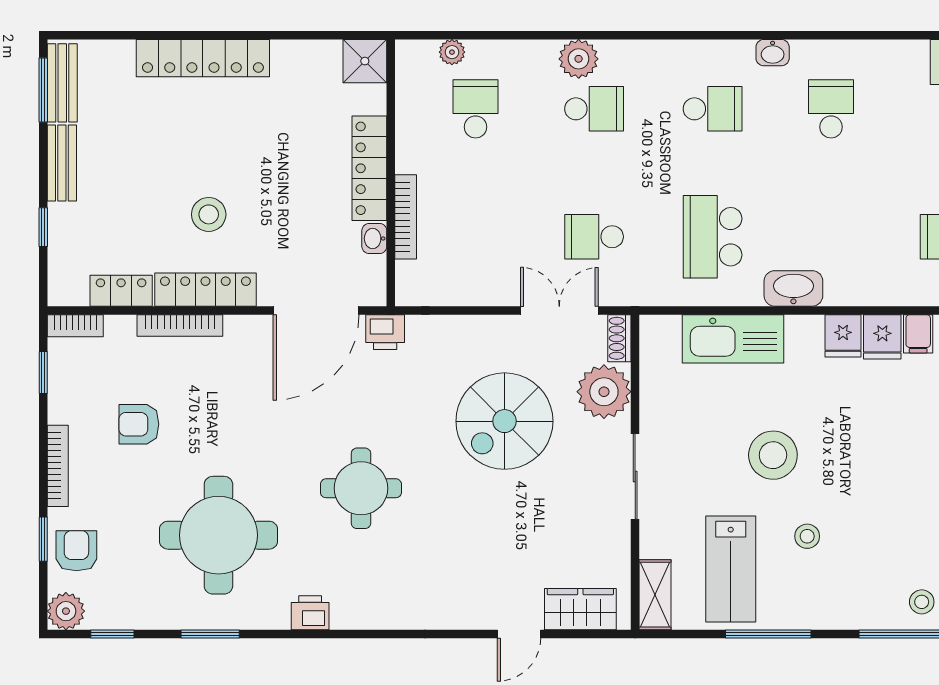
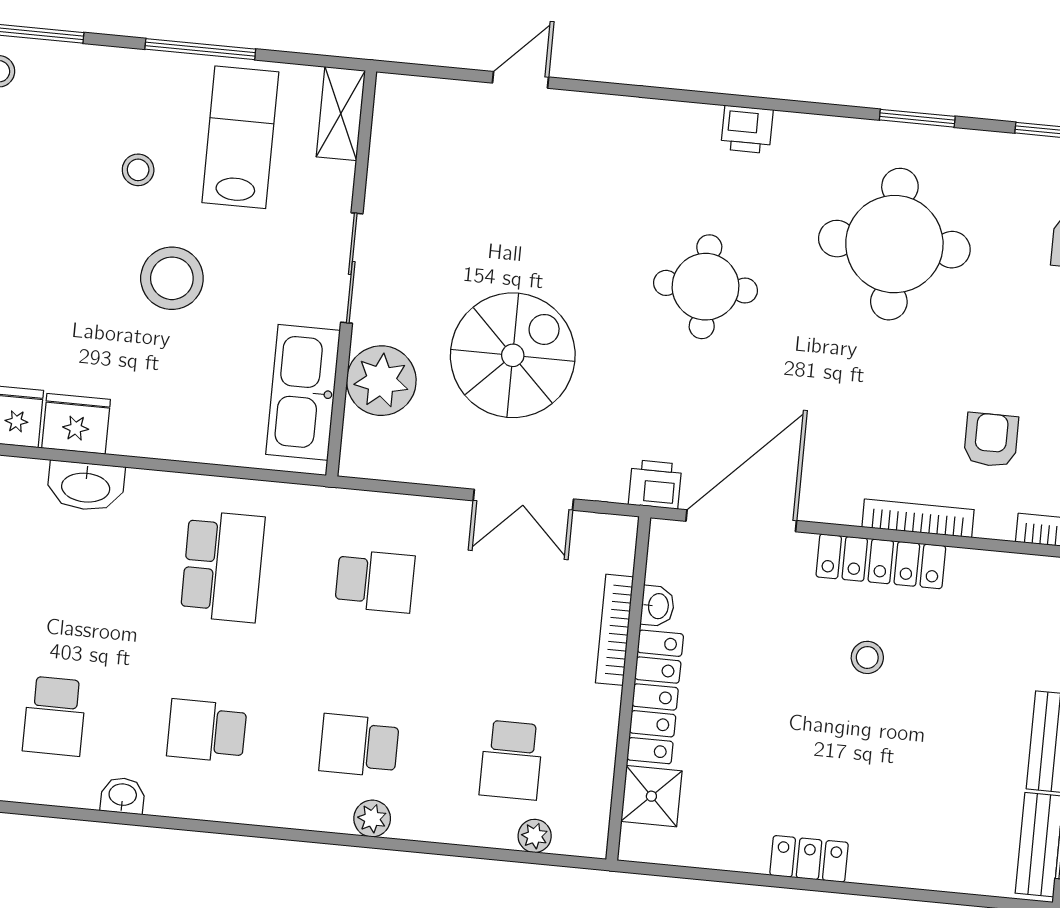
locker: (203, 58) -> (809, 859), width x0.46, depth x0.83
plant: (579, 59) -> (372, 819), width x0.73, depth x0.73
shower: (365, 61) -> (651, 796), moved
stool: (209, 214) -> (867, 657), width x0.73, depth x0.73
washbasin: (793, 288) -> (86, 486), moved
locker: (121, 291) -> (989, 570), removed
double door: (559, 310) -> (523, 500), moved
fridge: (843, 336) -> (76, 424), width x1.38
shoe rack: (619, 338) -> (355, 447), removed
kitchen sink: (733, 339) -> (303, 392), moved, turned -90
armchair: (139, 424) -> (991, 440), moved, turned -90
wardrobe: (580, 609) -> (438, 104), removed
printer: (310, 613) -> (747, 129), moved

